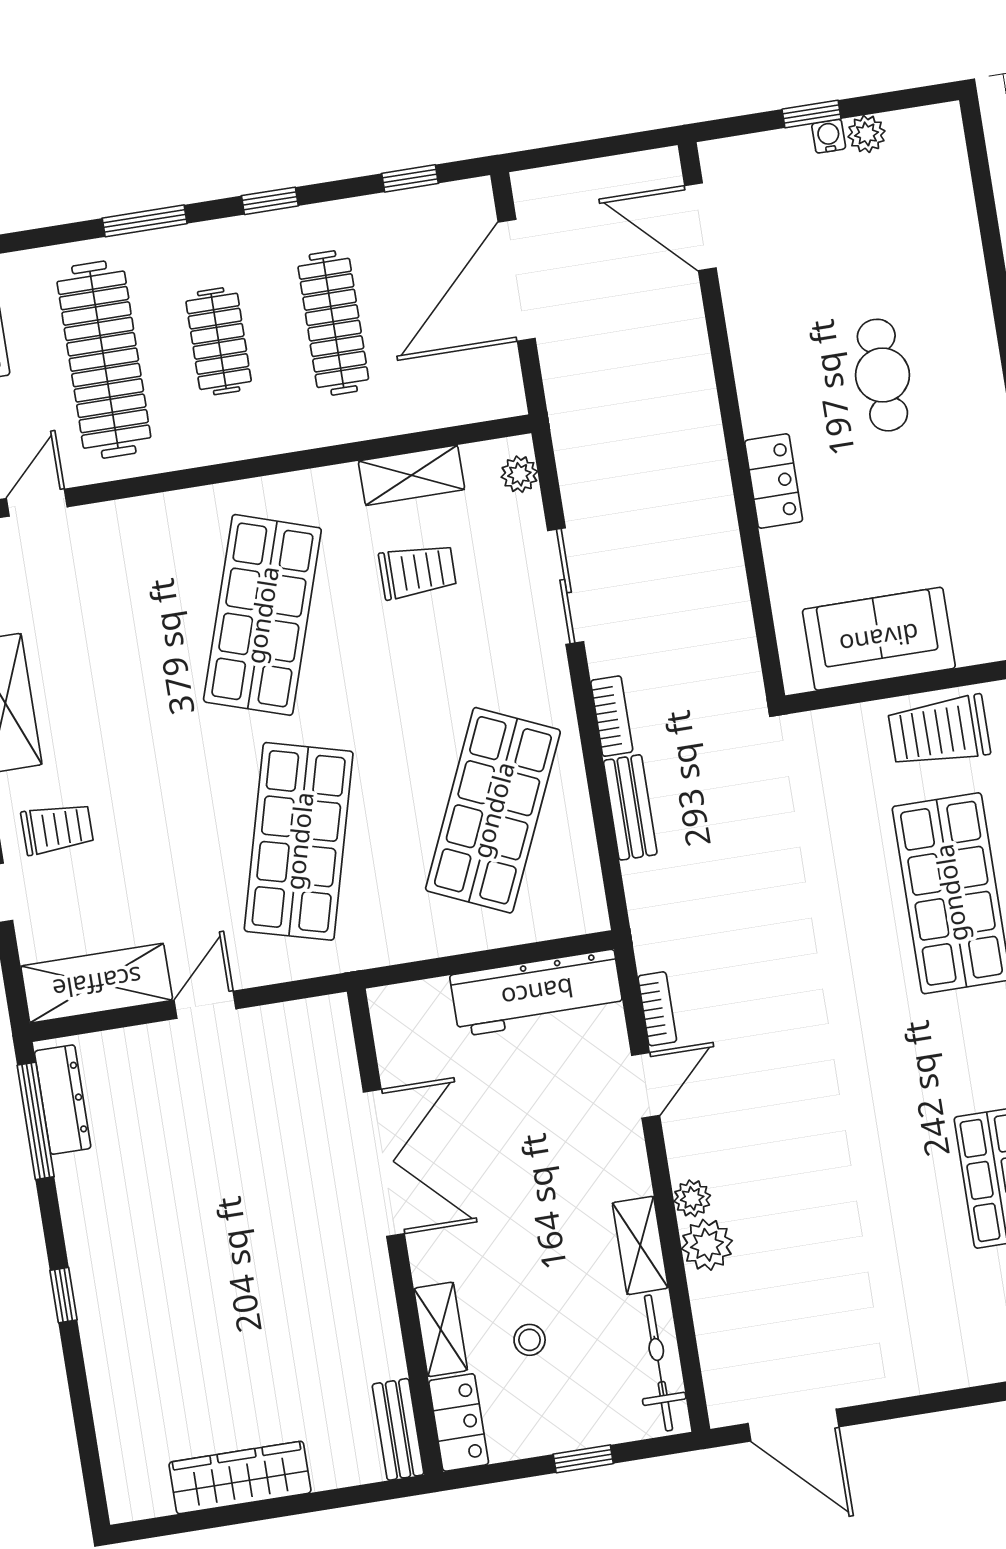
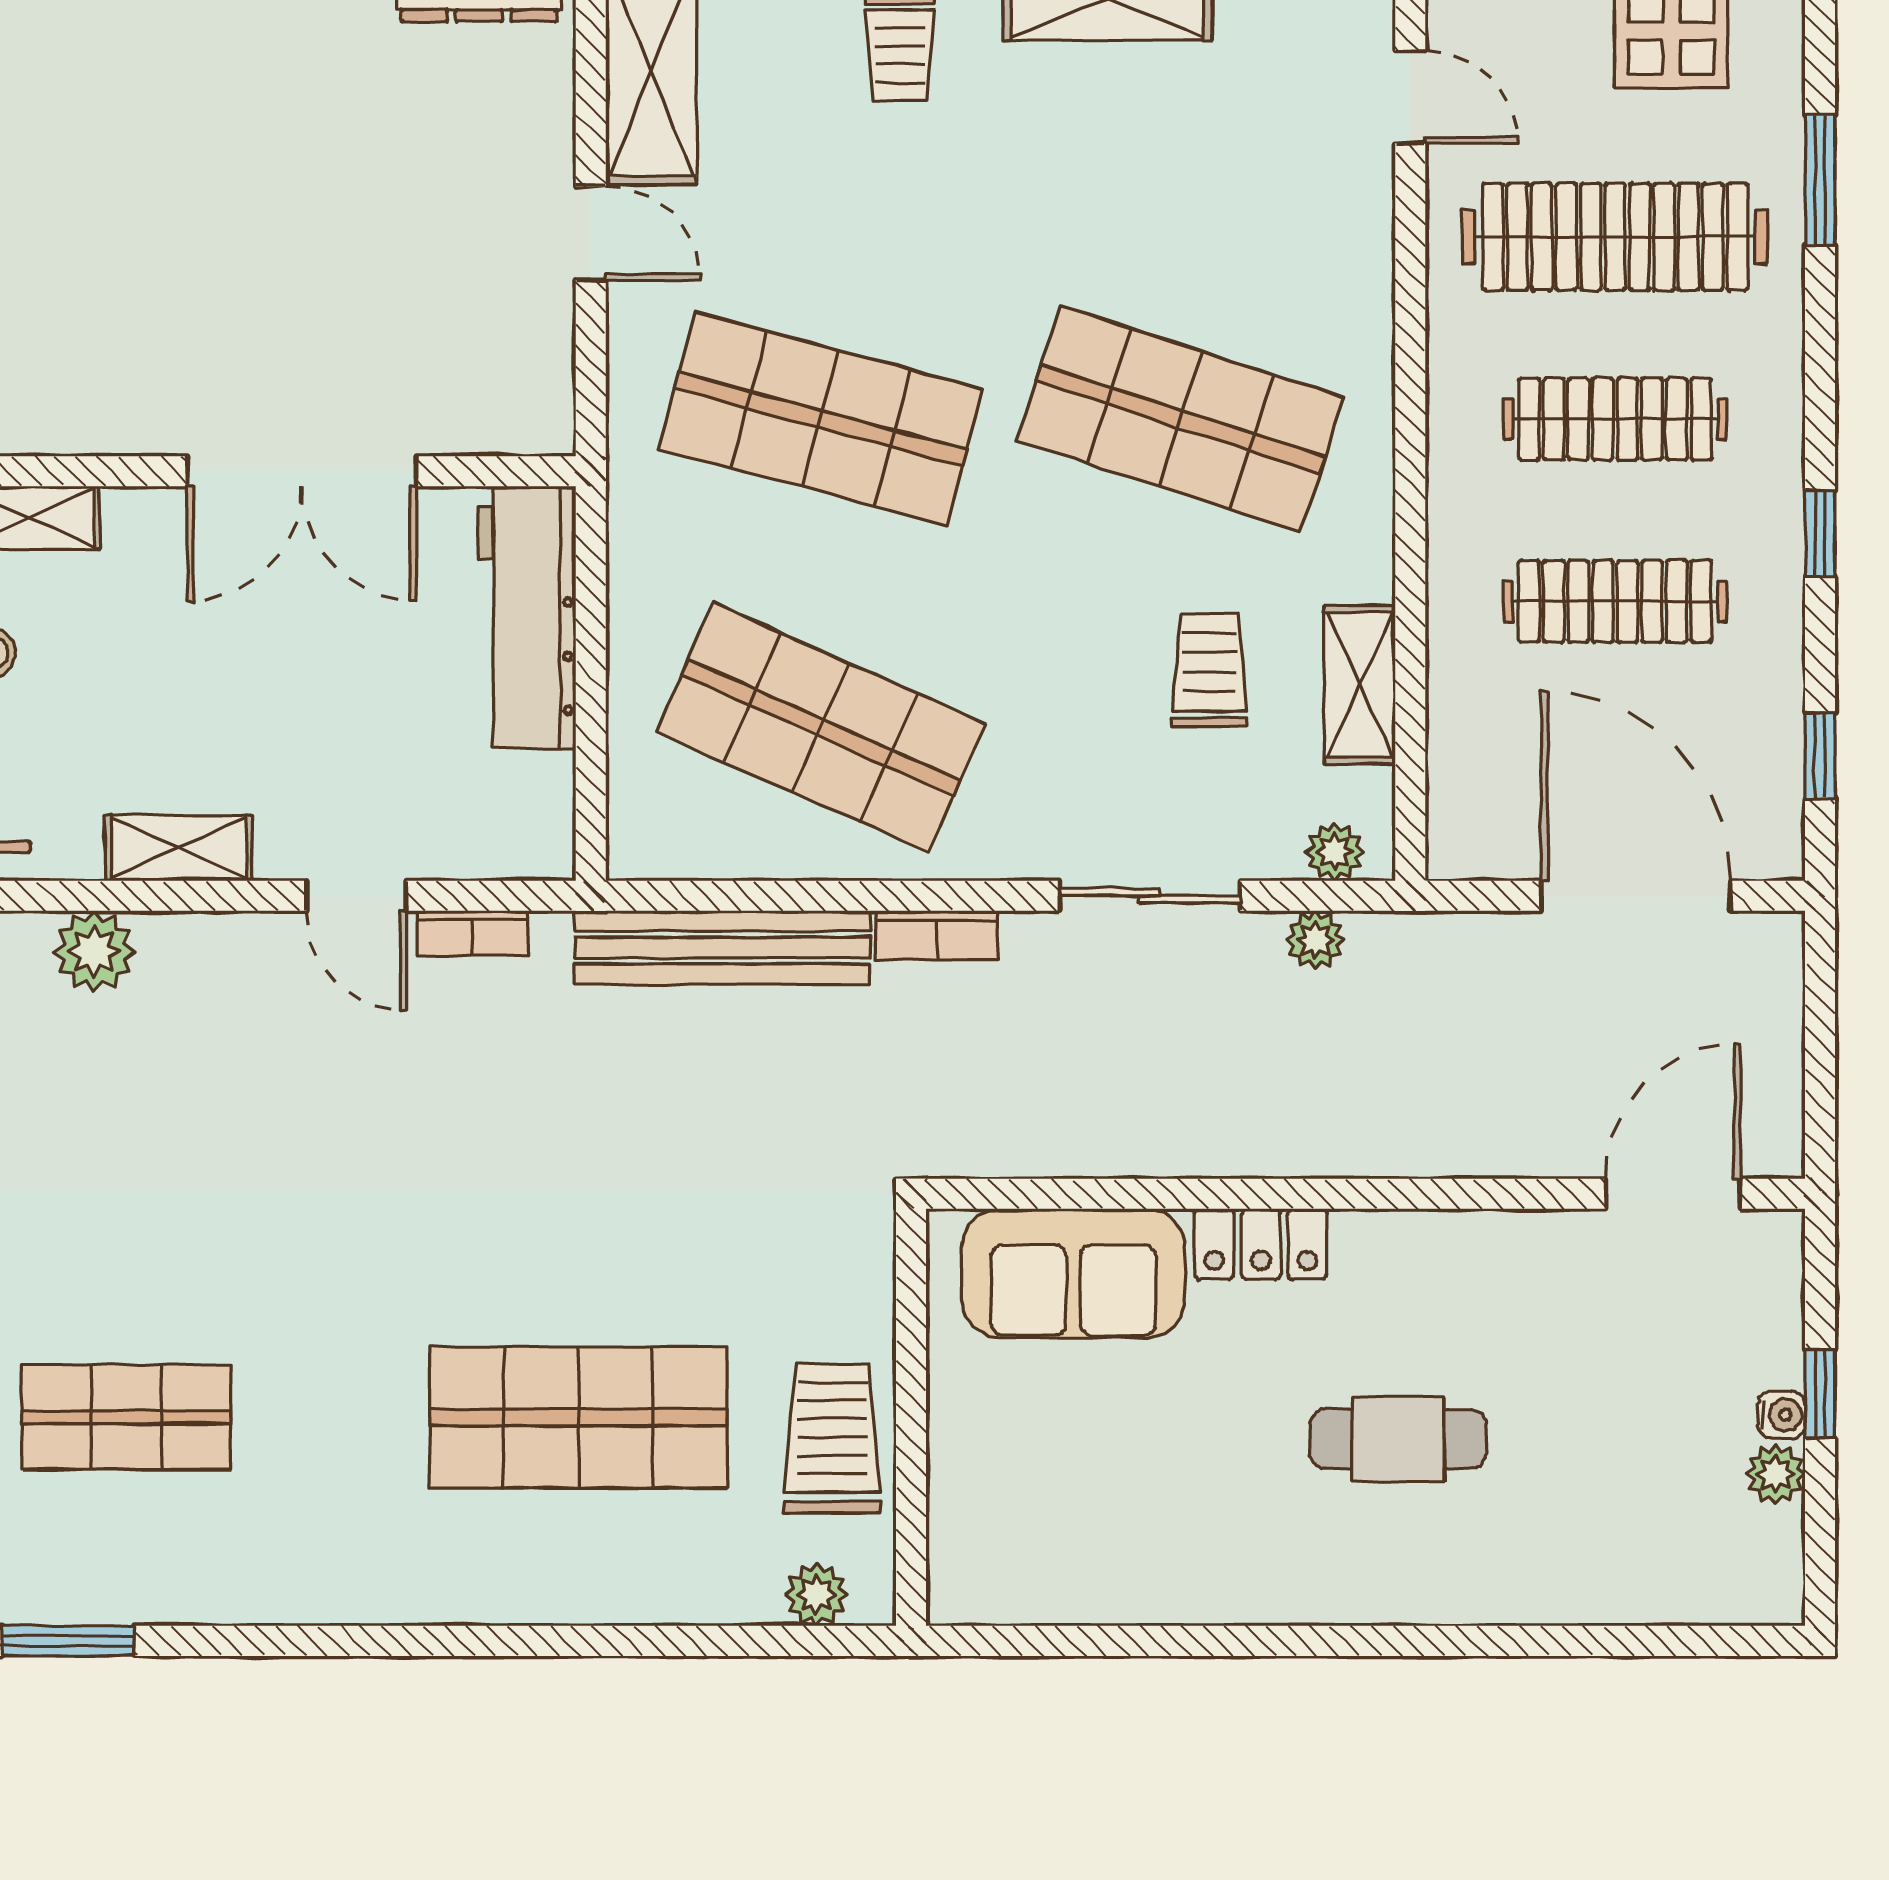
window: (145, 221) -> (1820, 180), moved
clothes rail: (219, 341) -> (1615, 419), width x1.36
trolley: (418, 571) -> (1209, 670), turned 180
sofa: (879, 639) -> (1073, 1273), moved, turned 90
bench: (630, 807) -> (722, 948), width x1.86, depth x1.21
workbench: (537, 993) -> (527, 617), moved
plant: (692, 1198) -> (1315, 940), moved
shelving: (640, 1245) -> (178, 848), moved

